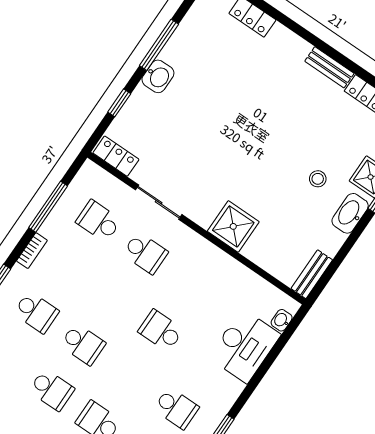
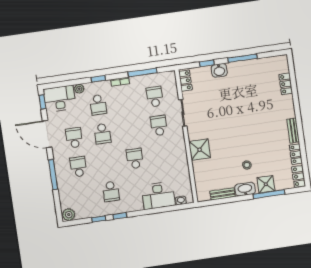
washbasin: (158, 76) -> (219, 70), moved
school desk: (145, 253) -> (159, 126), turned 180
bench: (312, 274) -> (222, 194), moved
school desk: (52, 390) -> (74, 138), turned 180

